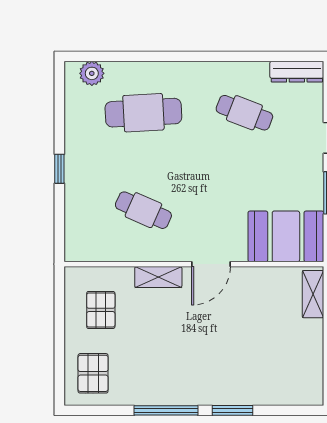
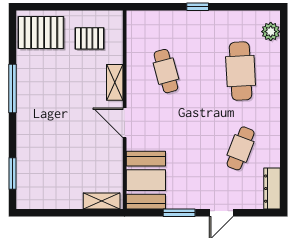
cafe table: (143, 210) -> (166, 71), turned -39
pallet: (93, 373) -> (41, 32), width x1.50, depth x1.42
window: (233, 410) -> (13, 174), moved

